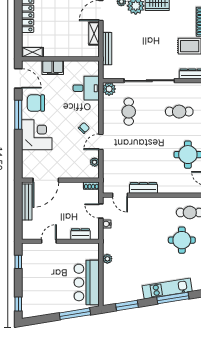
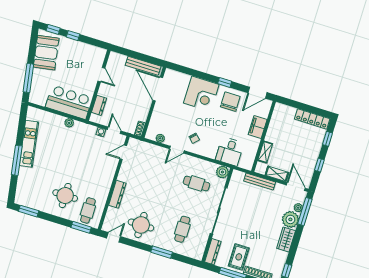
shelving: (33, 52) -> (265, 152), moved
window: (18, 115) -> (225, 82), width x0.46
door: (101, 142) -> (177, 150), swing flipped
dresser: (144, 188) -> (117, 194), moved
door: (101, 211) -> (114, 130), hinge flipped
window: (18, 262) -> (73, 36), moved
bar counter: (87, 282) -> (69, 102), moved
kitchen unit: (167, 289) -> (29, 144), moved
window: (173, 298) -> (17, 160), moved
booth: (44, 304) -> (46, 53), added
window: (127, 305) -> (21, 127), removed

